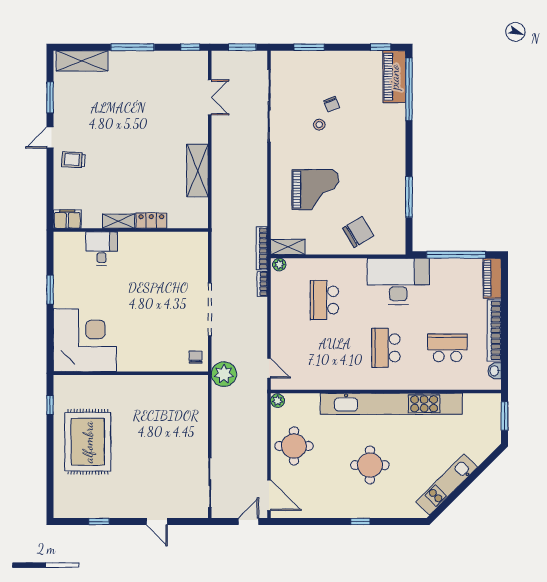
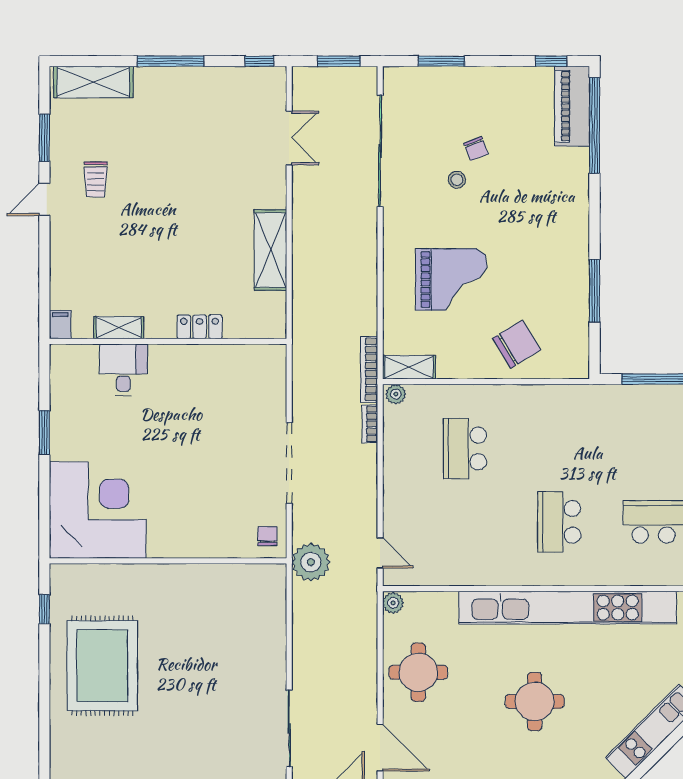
trolley: (73, 160) -> (96, 179), moved, turned -94
filing cabinet: (67, 219) -> (60, 325), width x0.50
shelving: (118, 221) -> (119, 328), moved
desk: (398, 281) -> (578, 420), removed

